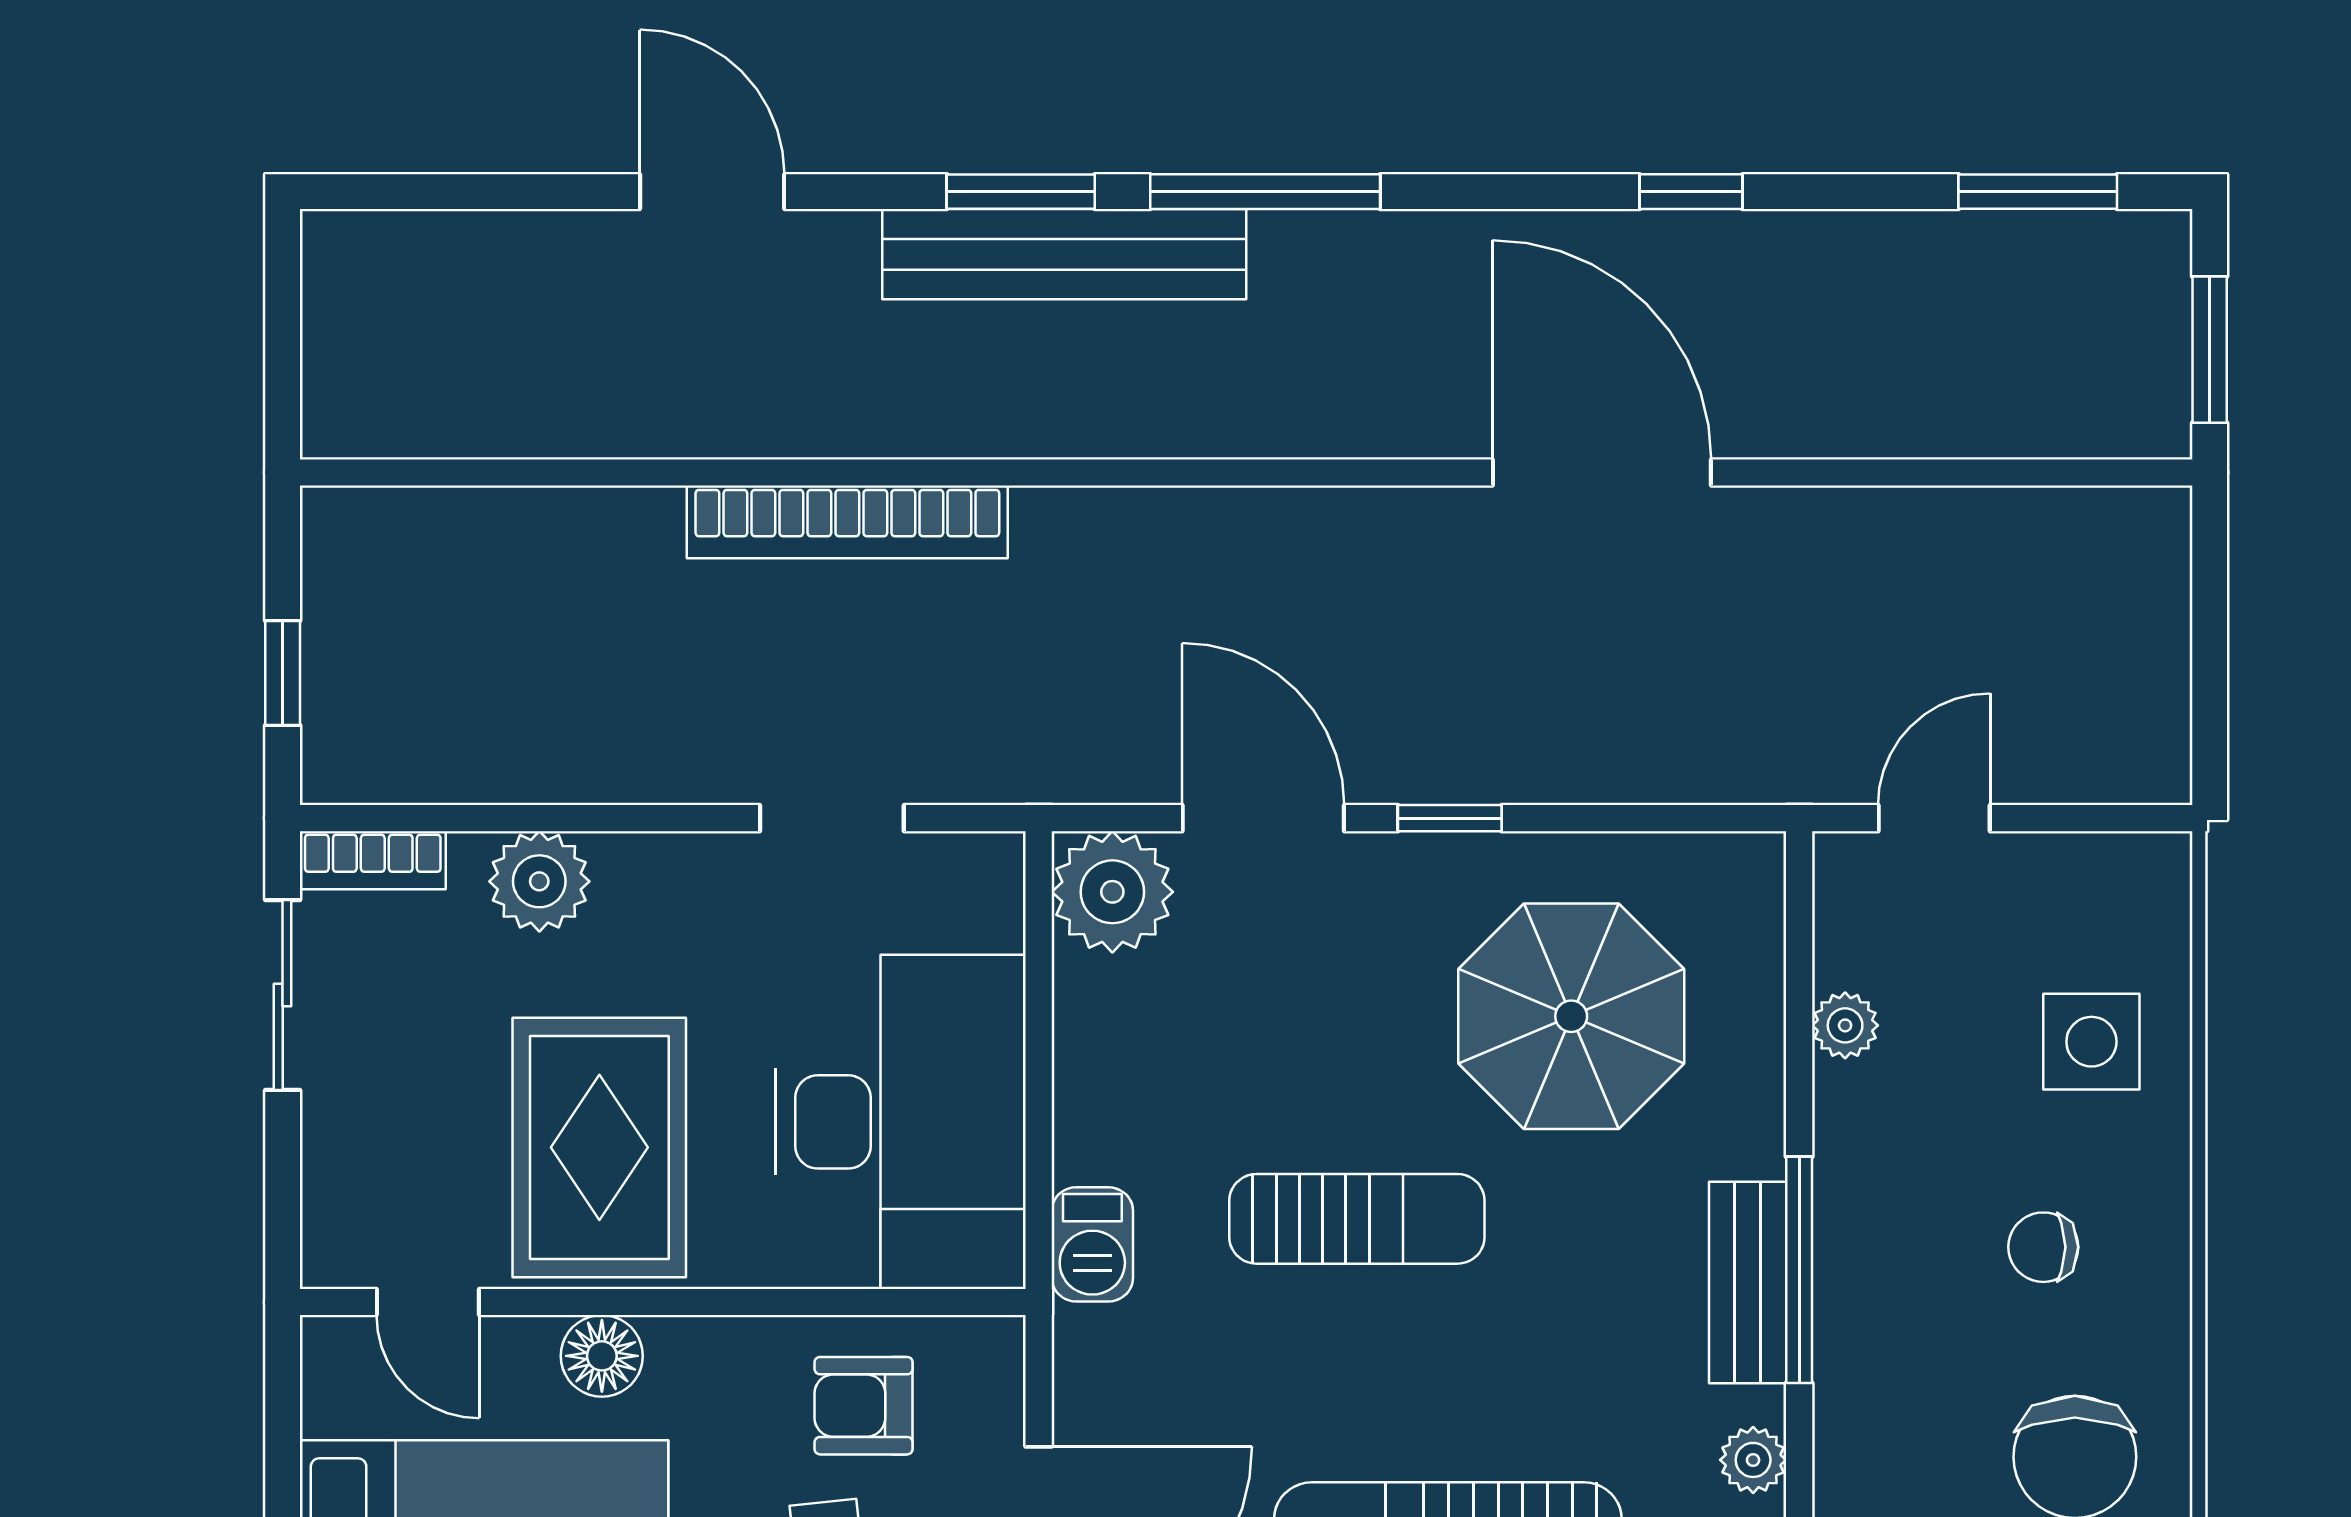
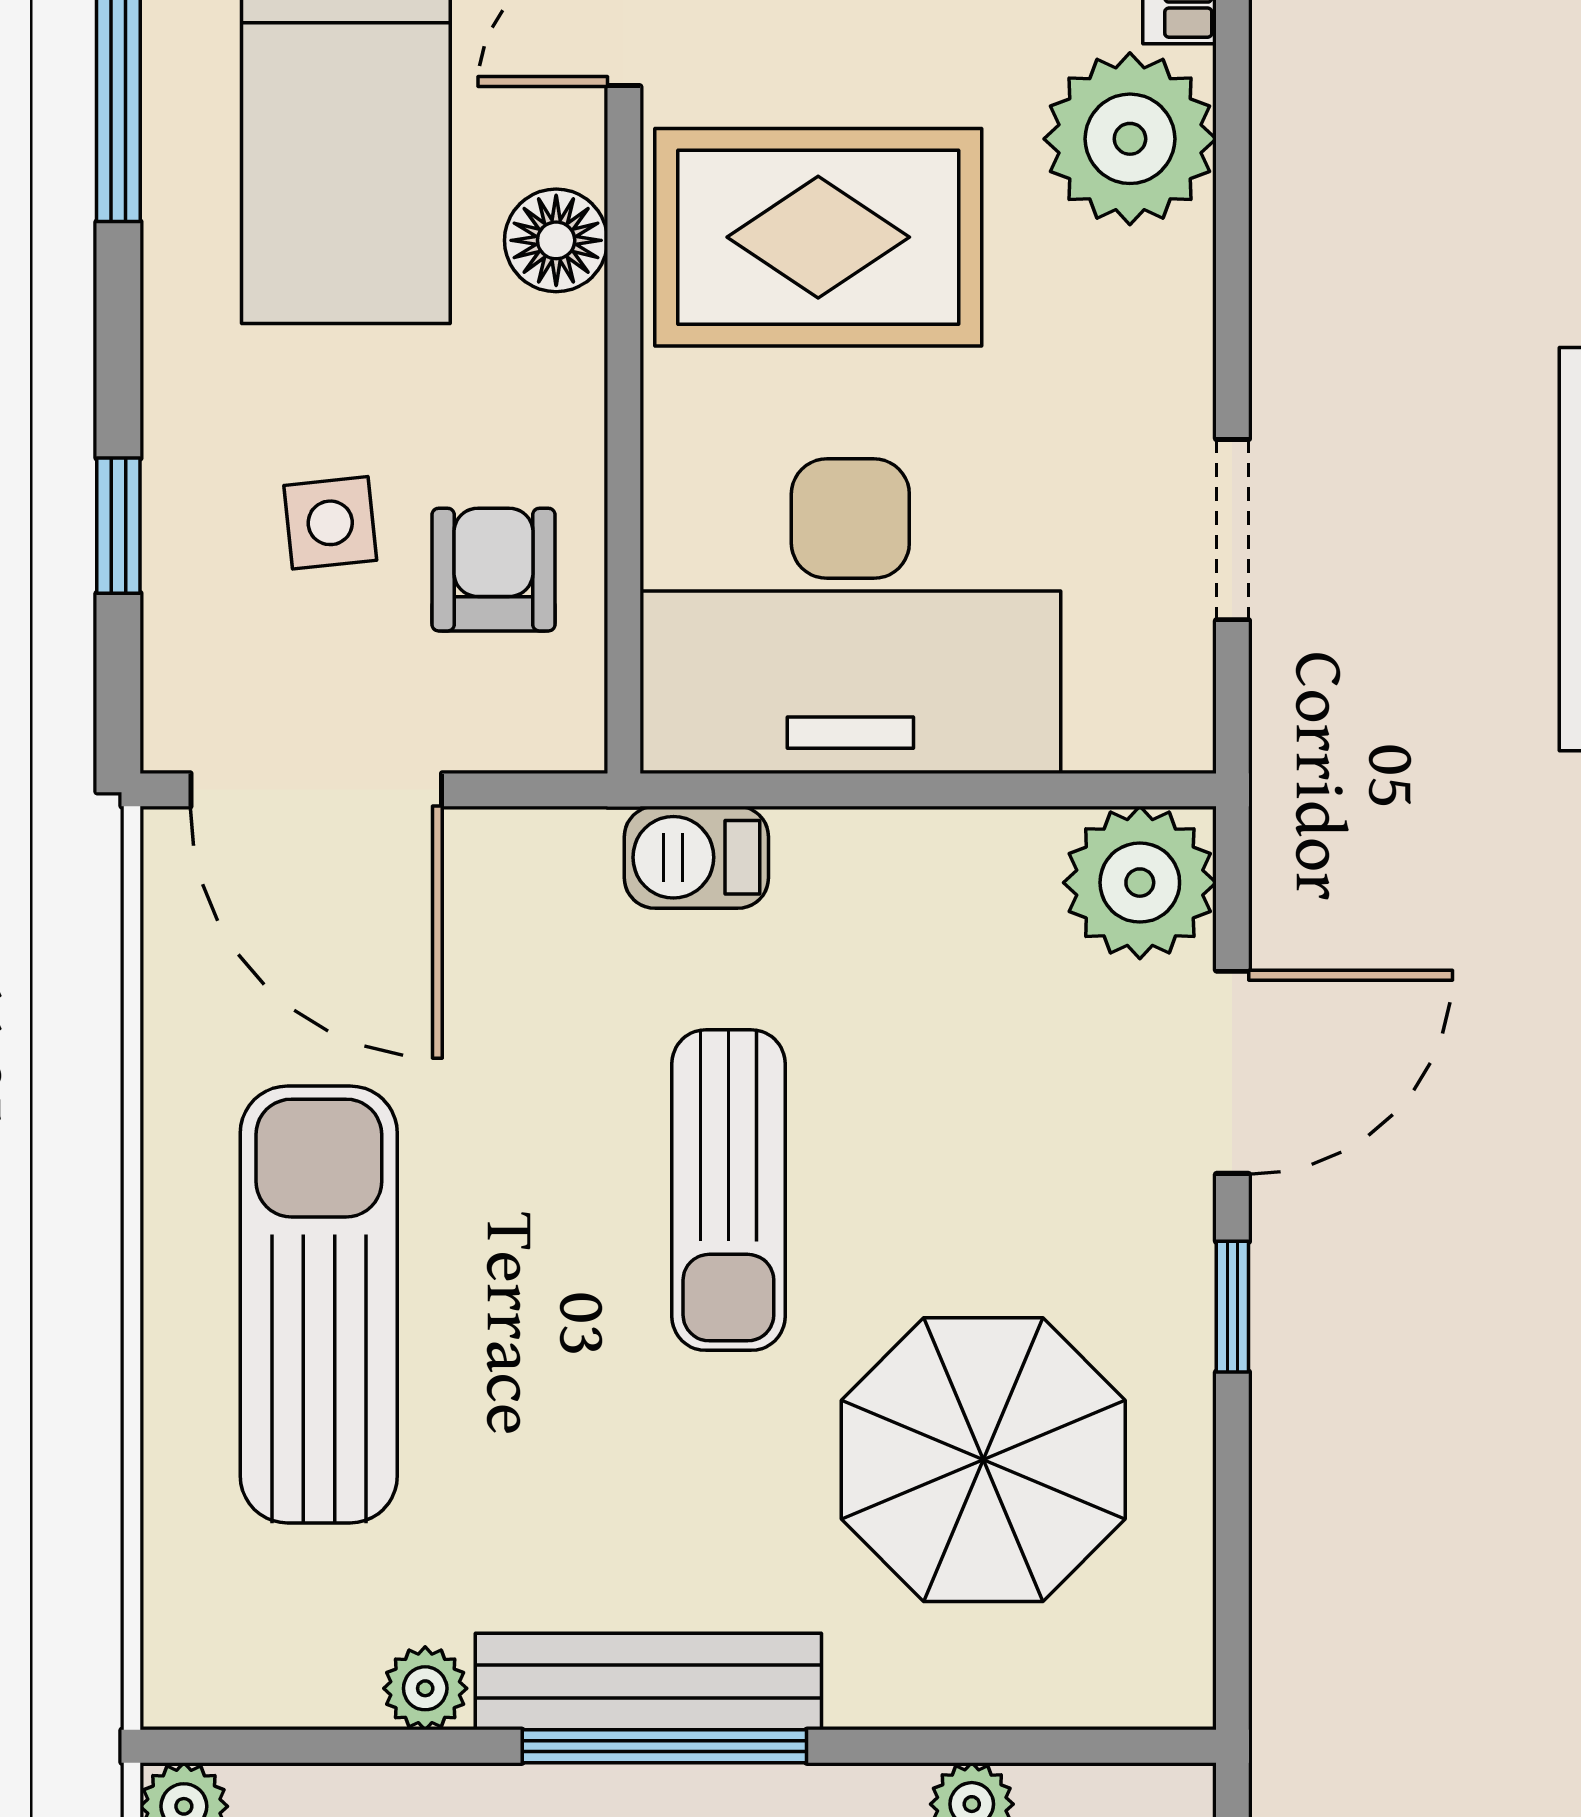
plant: (539, 881) -> (1130, 139), width x1.36, depth x1.36
bench: (1748, 1283) -> (648, 1682), width x1.36

